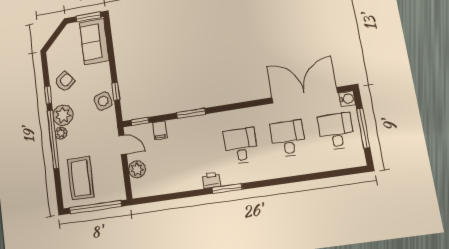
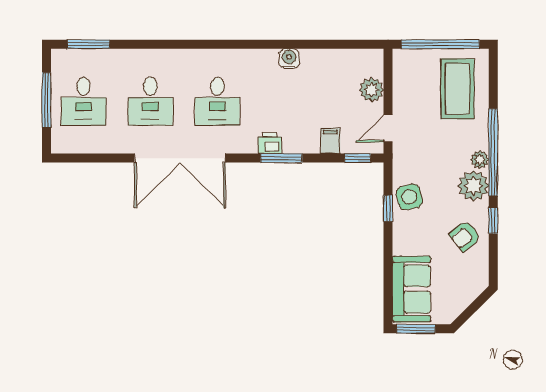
double door: (304, 95) -> (180, 158), moved
water cooler: (347, 99) -> (289, 58), moved, turned 90
door: (123, 145) -> (388, 128), hinge flipped
printer: (212, 180) -> (270, 143), moved, turned 180
window: (227, 189) -> (89, 44), moved

